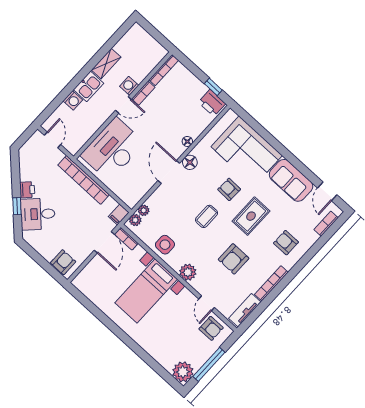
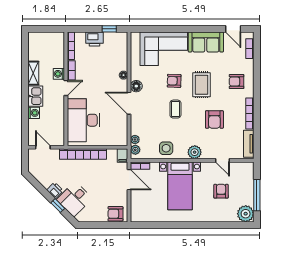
printer: (212, 103) -> (95, 39), moved
armchair: (63, 262) -> (115, 214), turned -90
armchair: (211, 328) -> (221, 191), moved, turned -90

